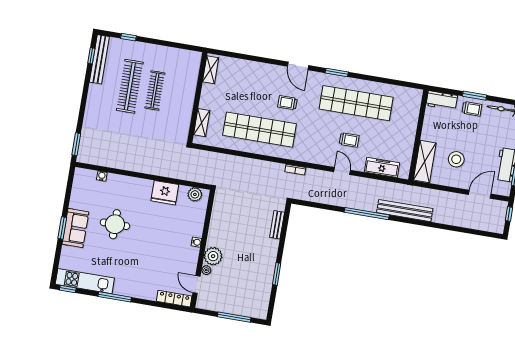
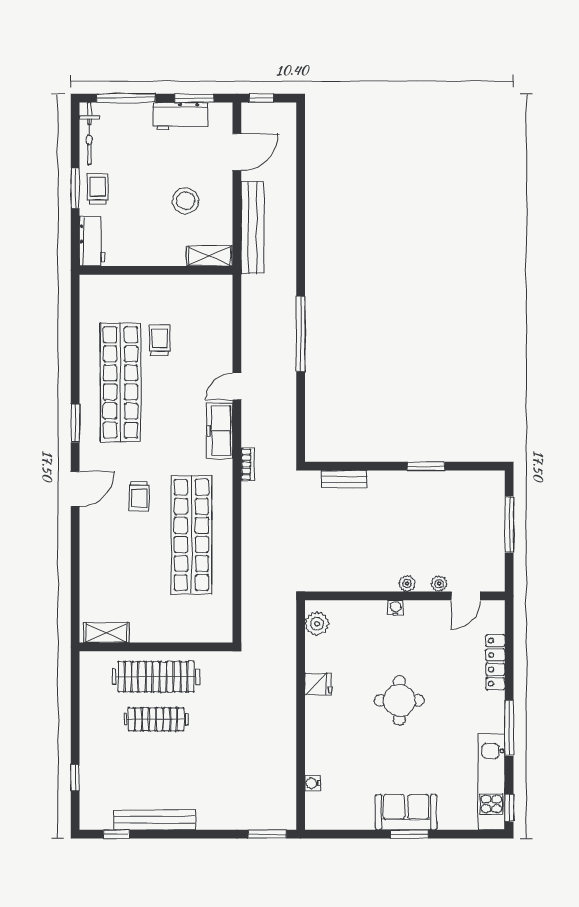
bench: (99, 59) -> (155, 820), moved
clothes rail: (130, 86) -> (156, 677), moved
shelving: (202, 123) -> (196, 633), removed
trolley: (349, 140) -> (160, 340), moved
shelving: (425, 161) -> (209, 256), width x0.67, depth x0.75
freezer: (382, 167) -> (220, 431), moved
fridge: (165, 193) -> (318, 684), width x0.53, depth x0.75
door: (480, 194) -> (237, 152), swing flipped
bench: (405, 211) -> (253, 228), moved
round table: (115, 224) -> (399, 700), moved
plant: (213, 256) -> (407, 584), width x0.53, depth x0.53
locker: (174, 299) -> (495, 662), moved

